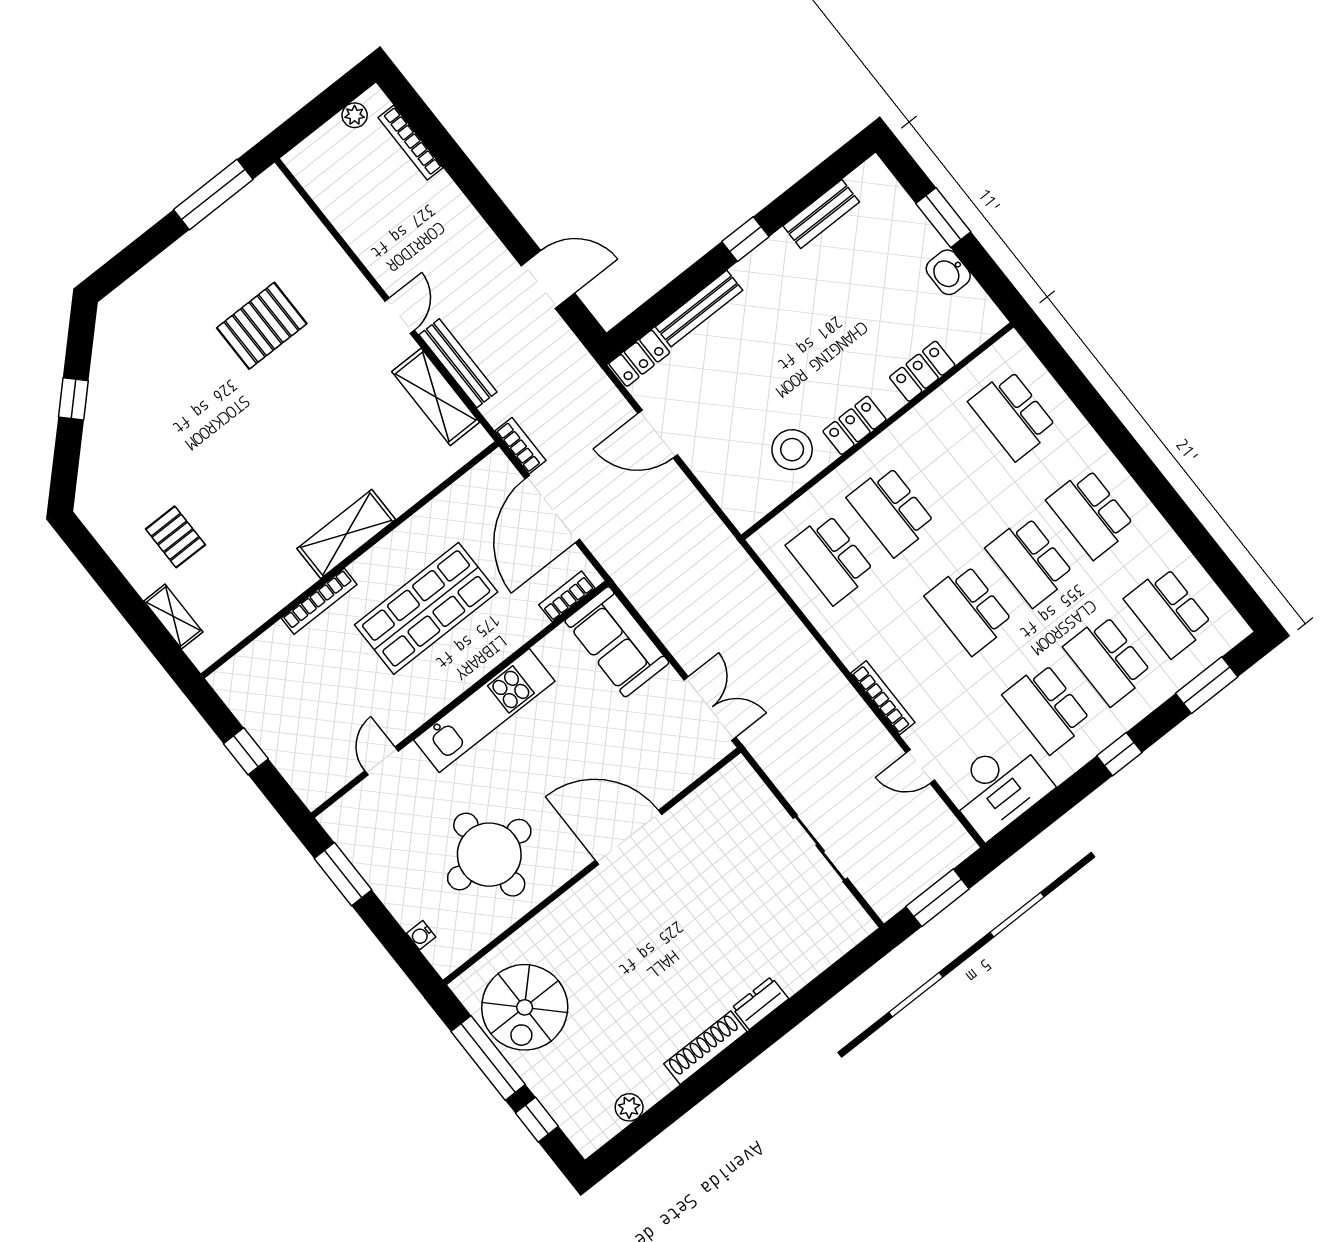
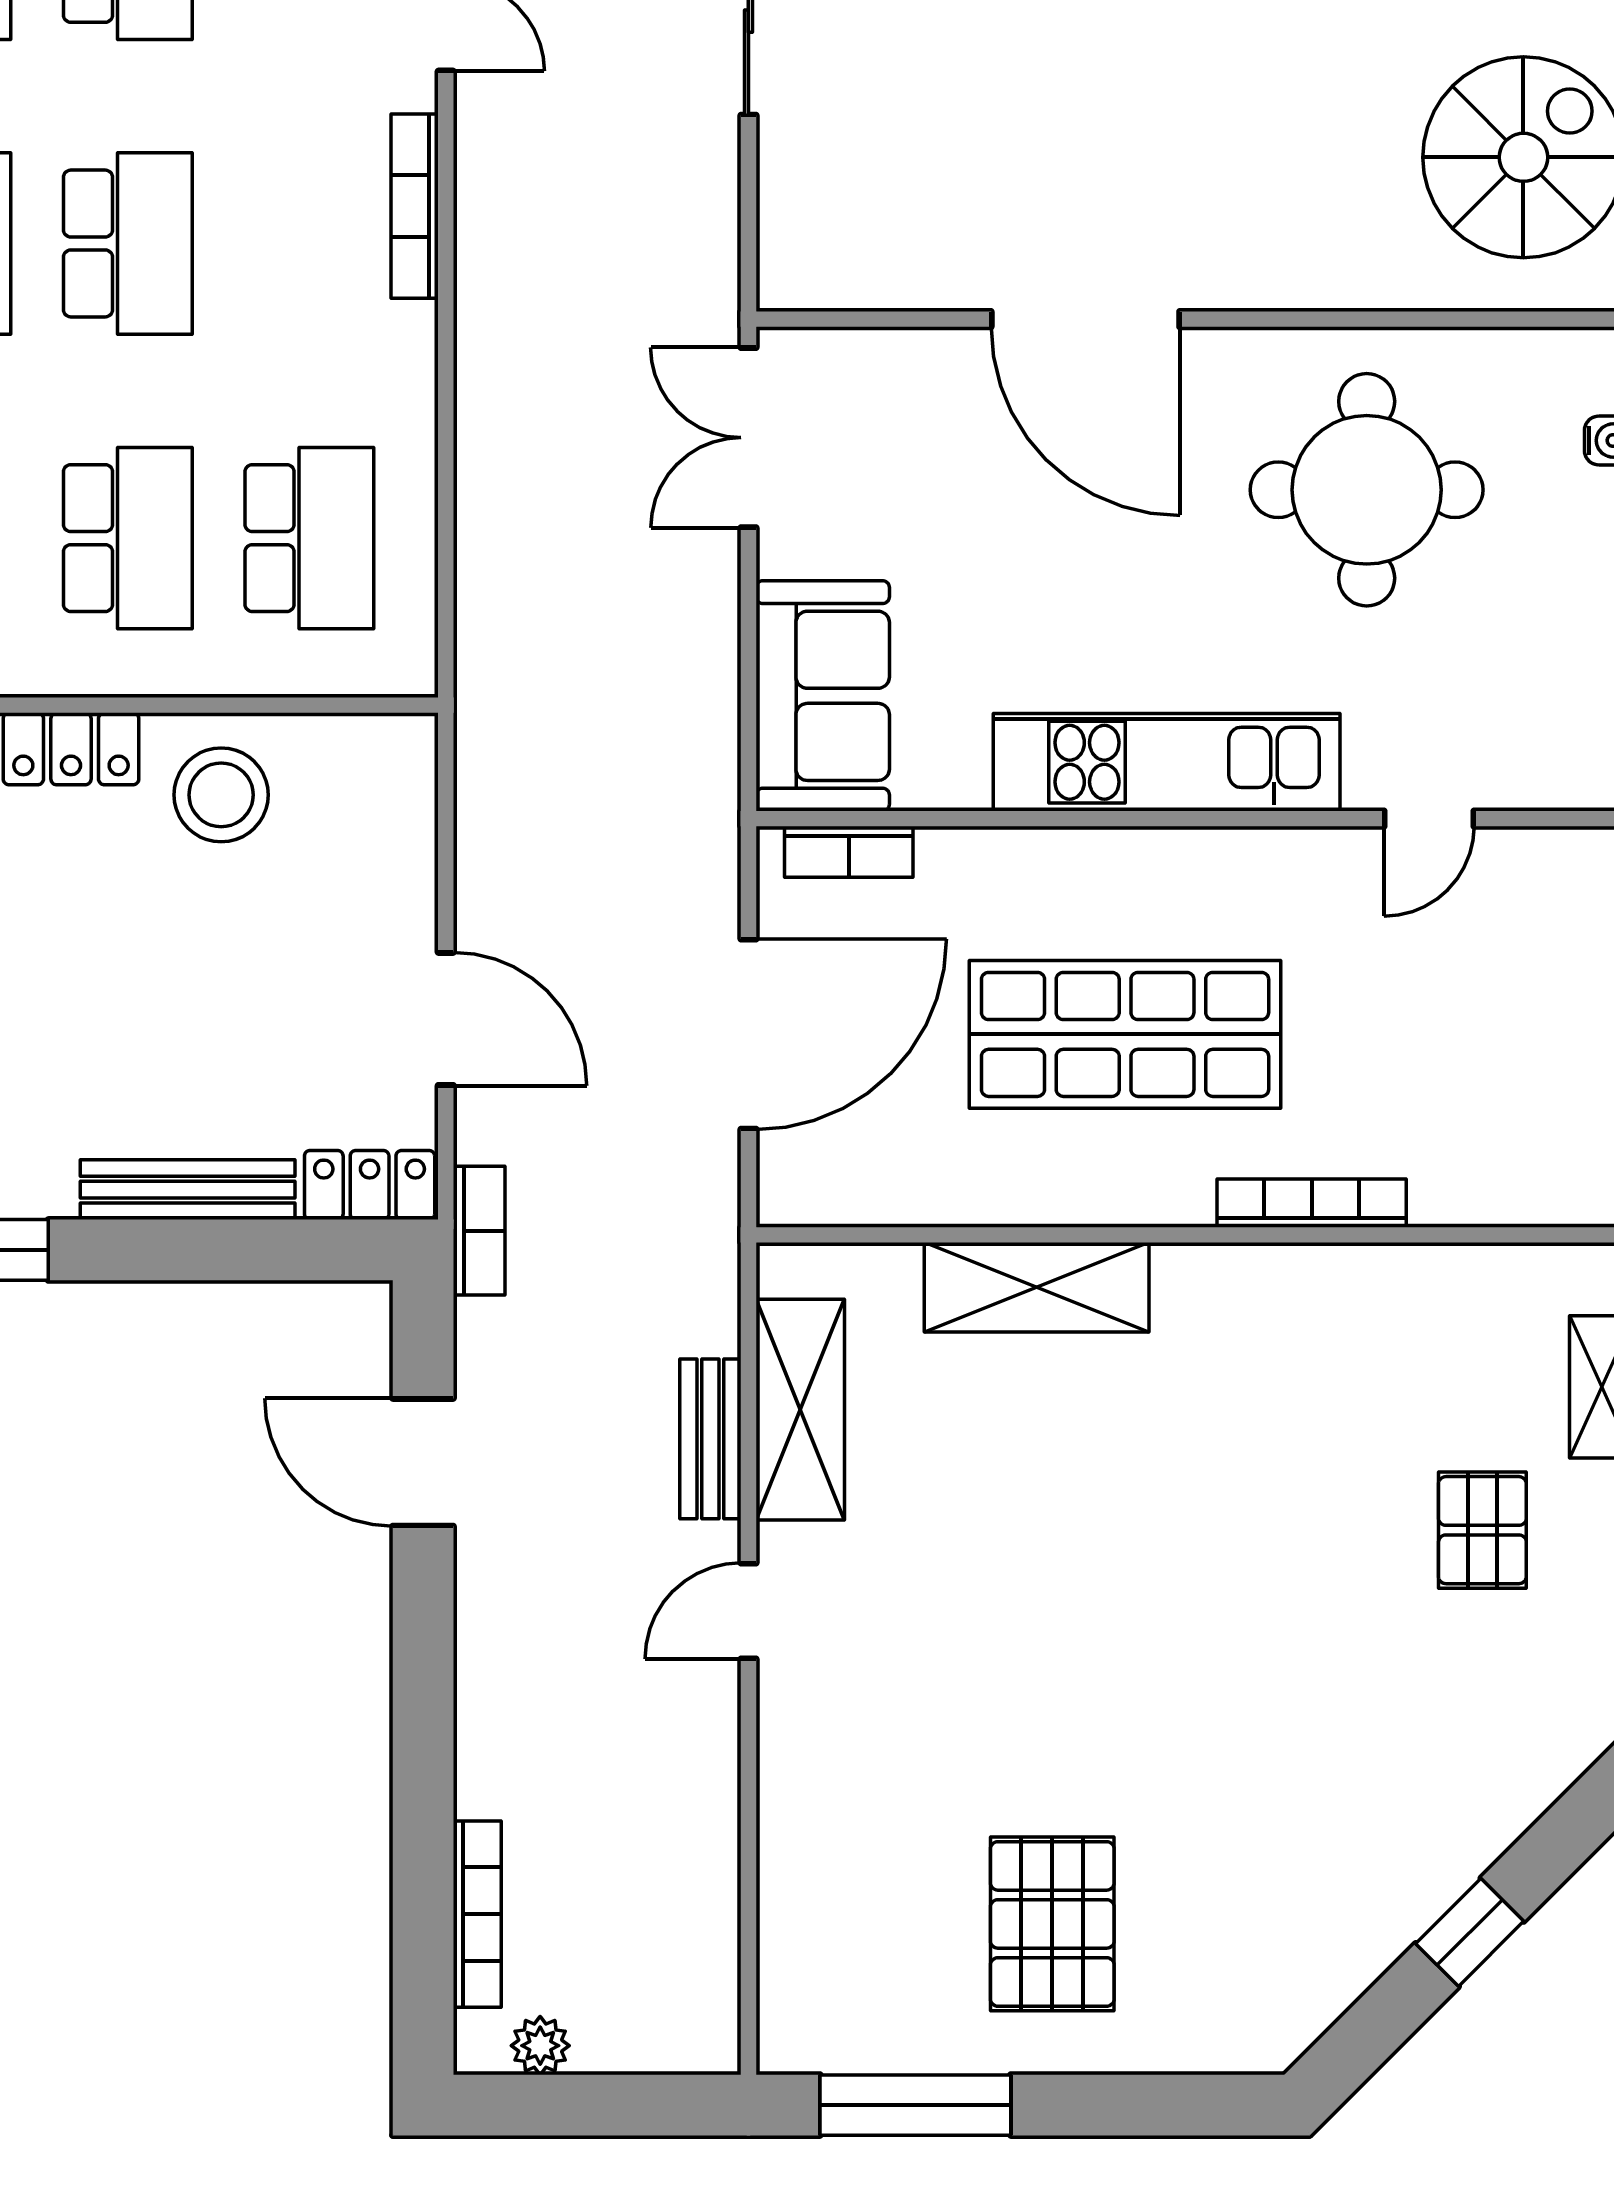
pallet: (262, 326) -> (1052, 1924), moved, turned 90
bench: (458, 363) -> (710, 1439), width x0.73
bookcase: (520, 446) -> (479, 1231), moved, turned 180
shelving: (346, 534) -> (1037, 1287), moved

